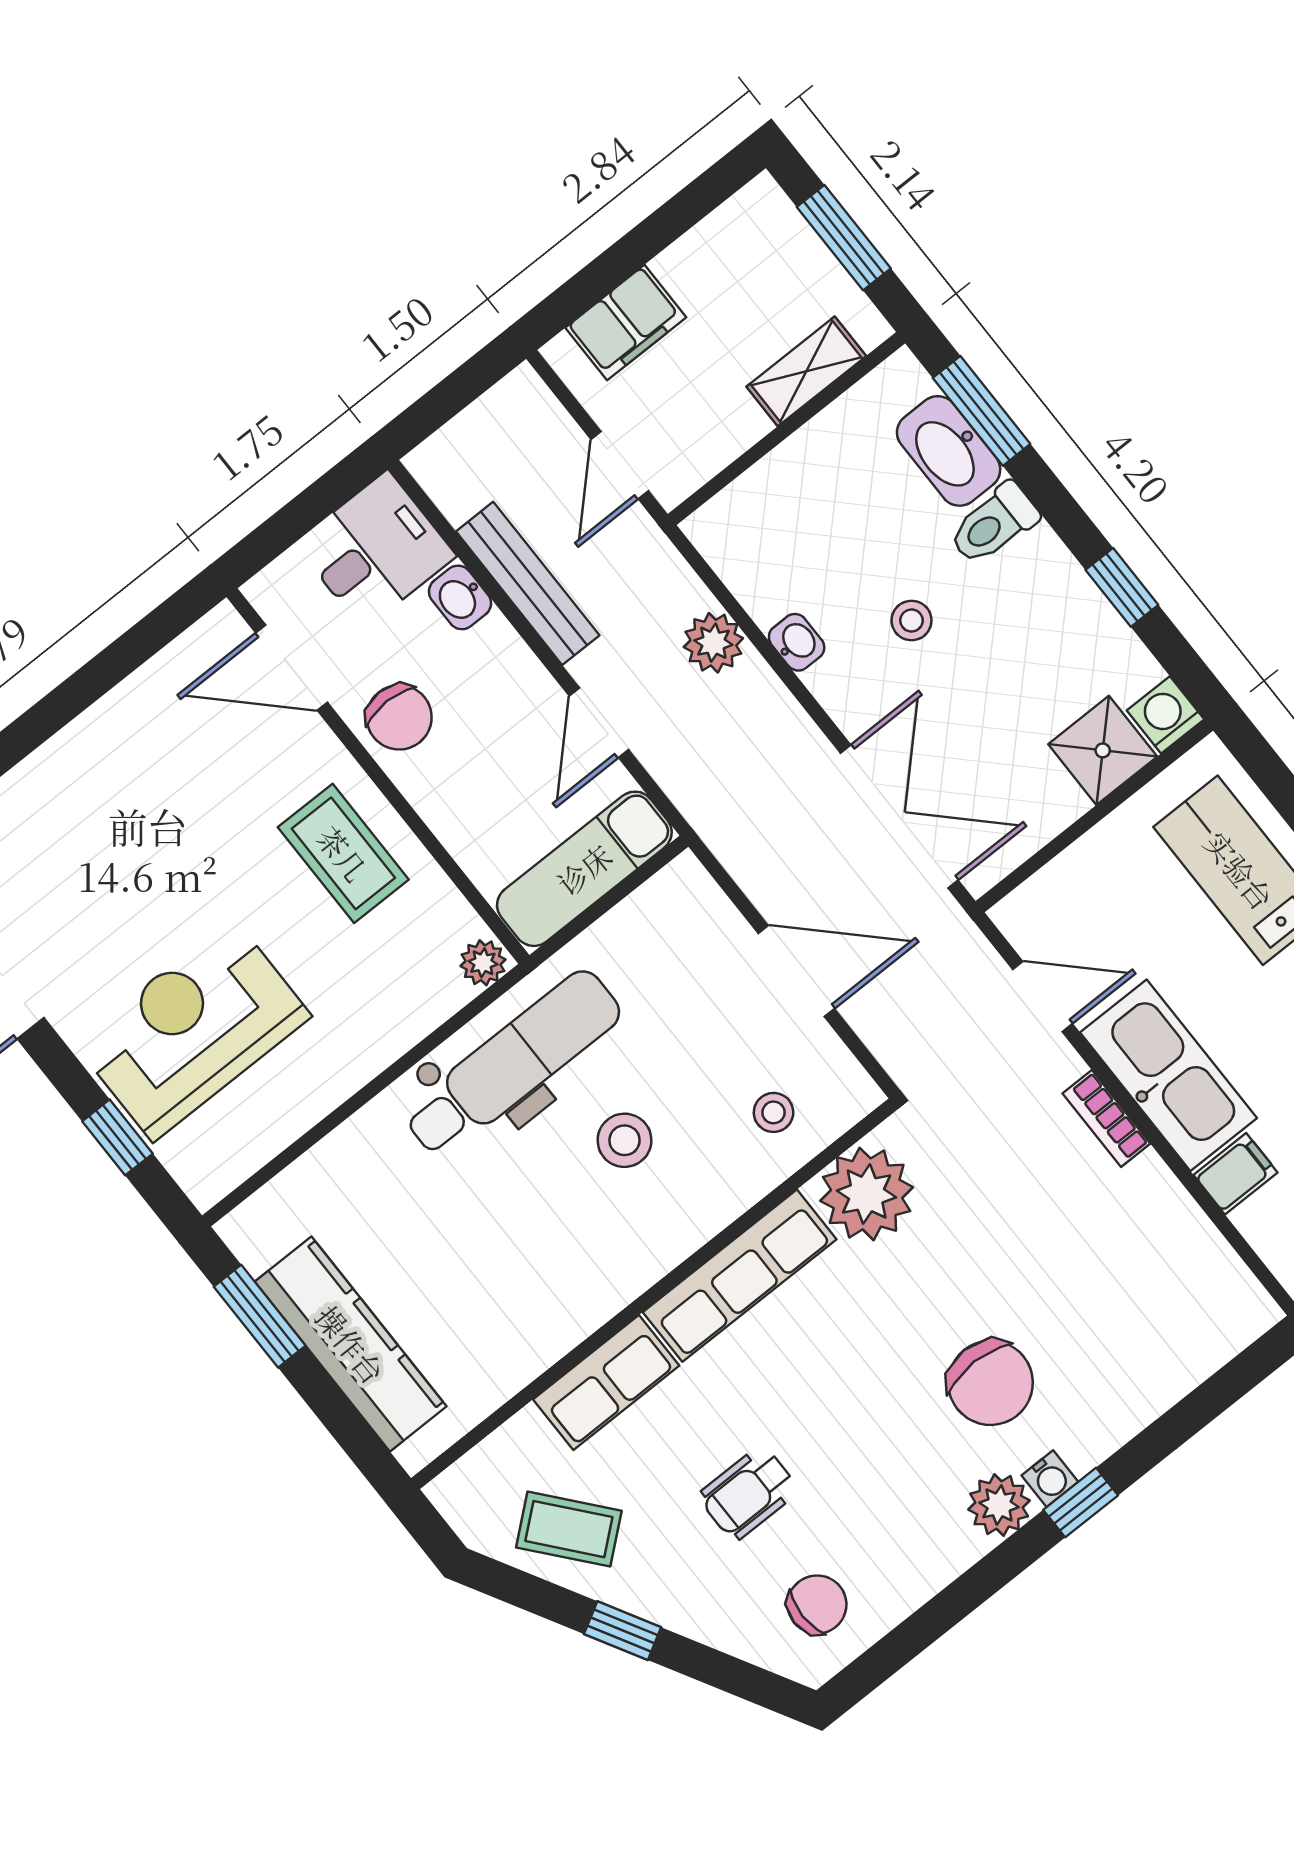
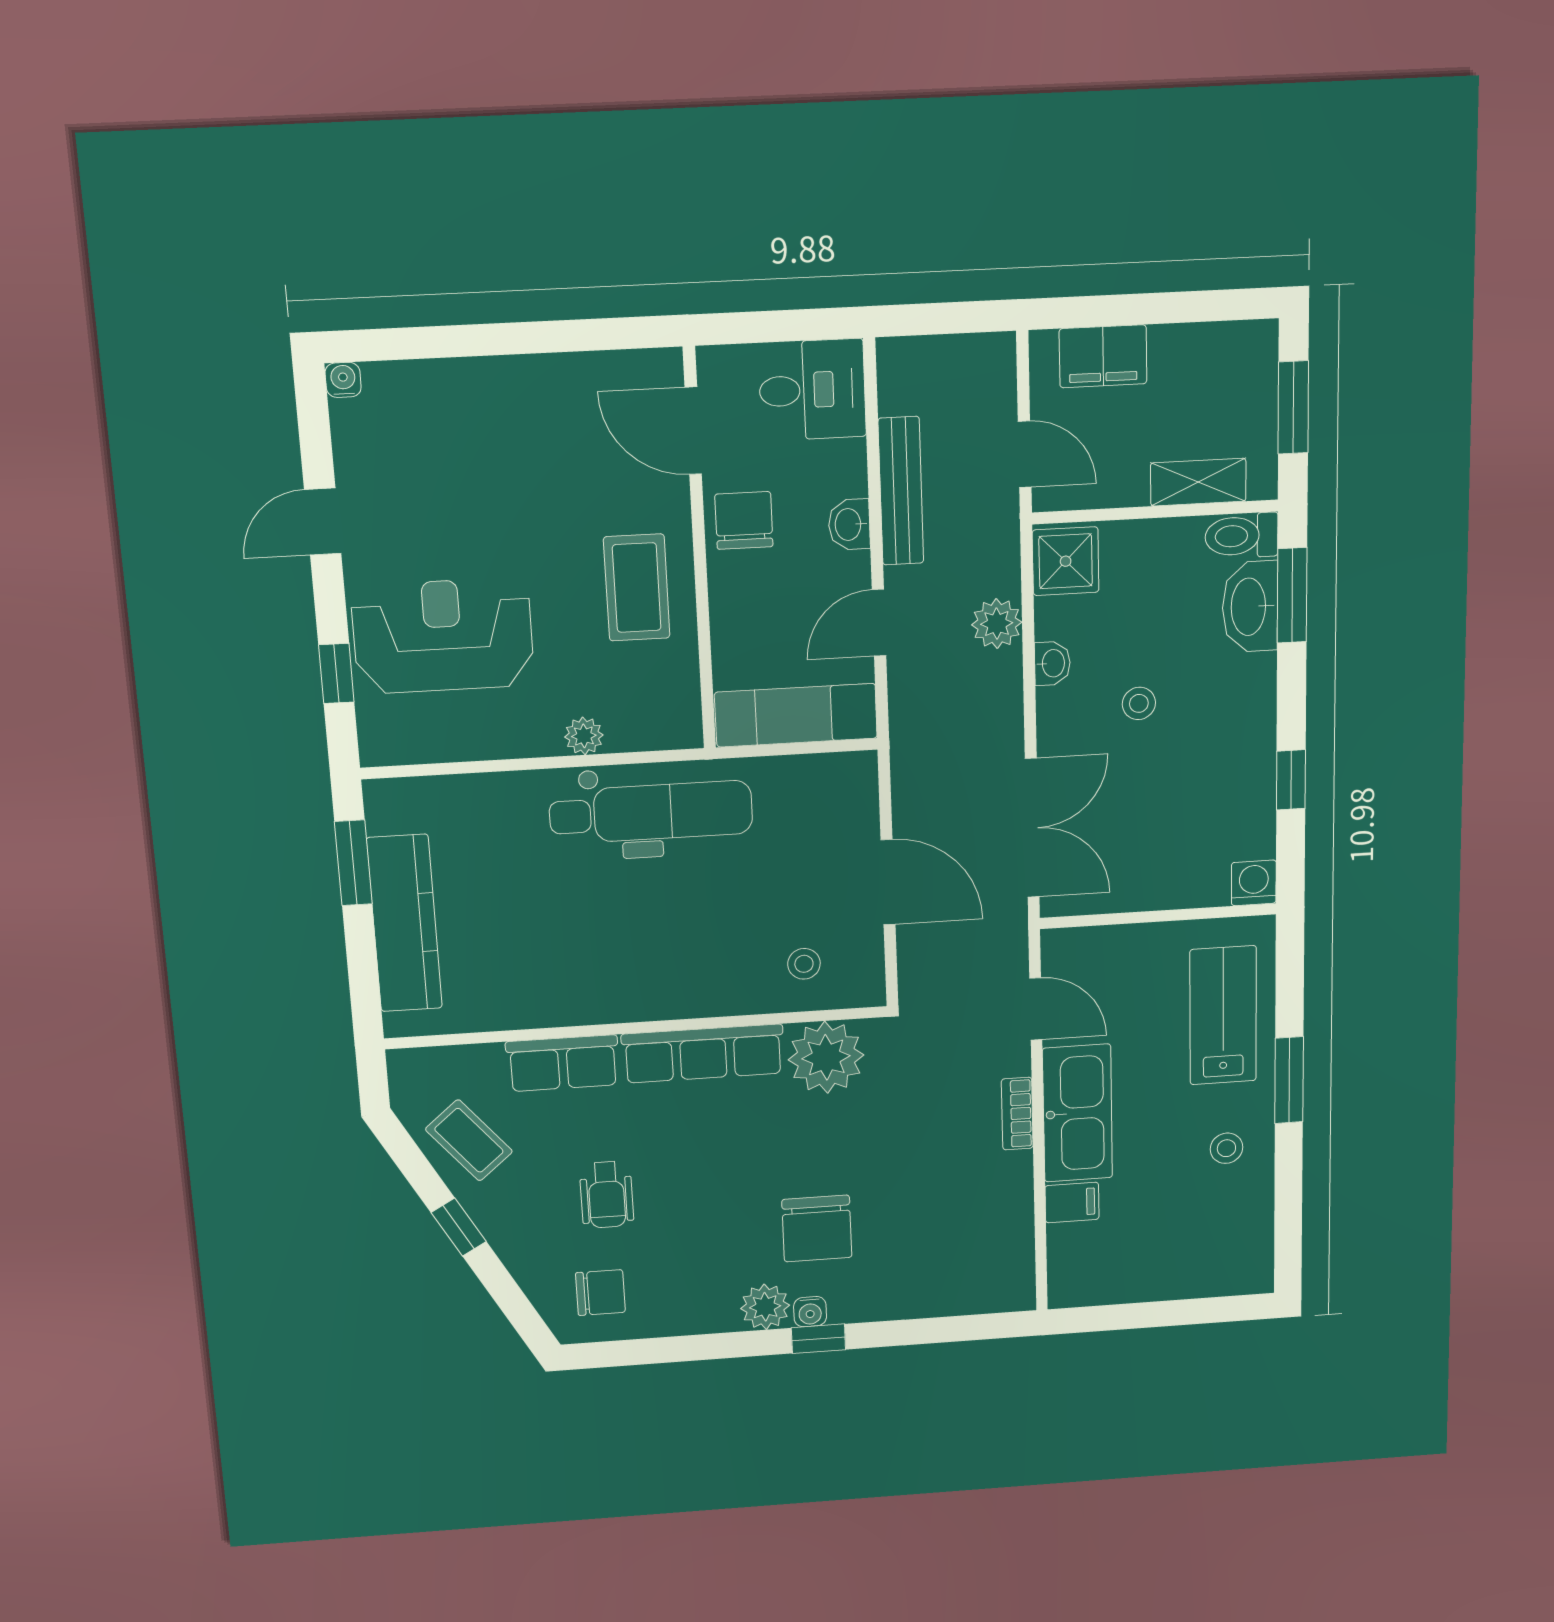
door: (620, 465) -> (1025, 454), swing flipped
toilet: (994, 524) -> (1242, 536), moved
washbasin: (460, 597) -> (849, 524), moved
chair: (399, 717) -> (744, 520), turned 180
shower: (1103, 750) -> (1066, 561), moved
plant: (483, 963) -> (584, 736), moved
stool: (624, 1140) -> (691, 915), removed
wheelchair: (748, 1493) -> (607, 1195), turned -90

